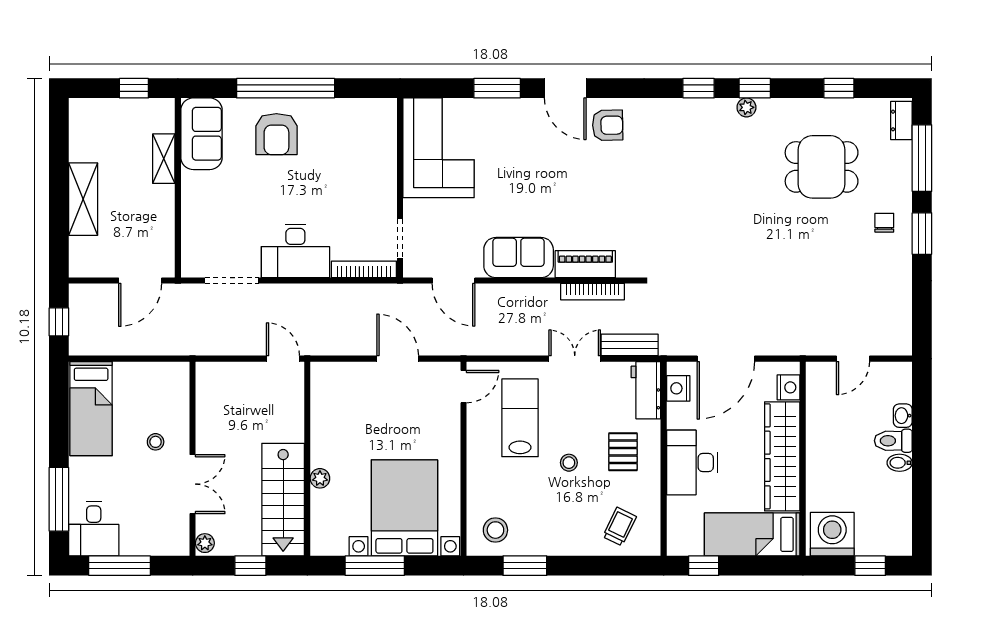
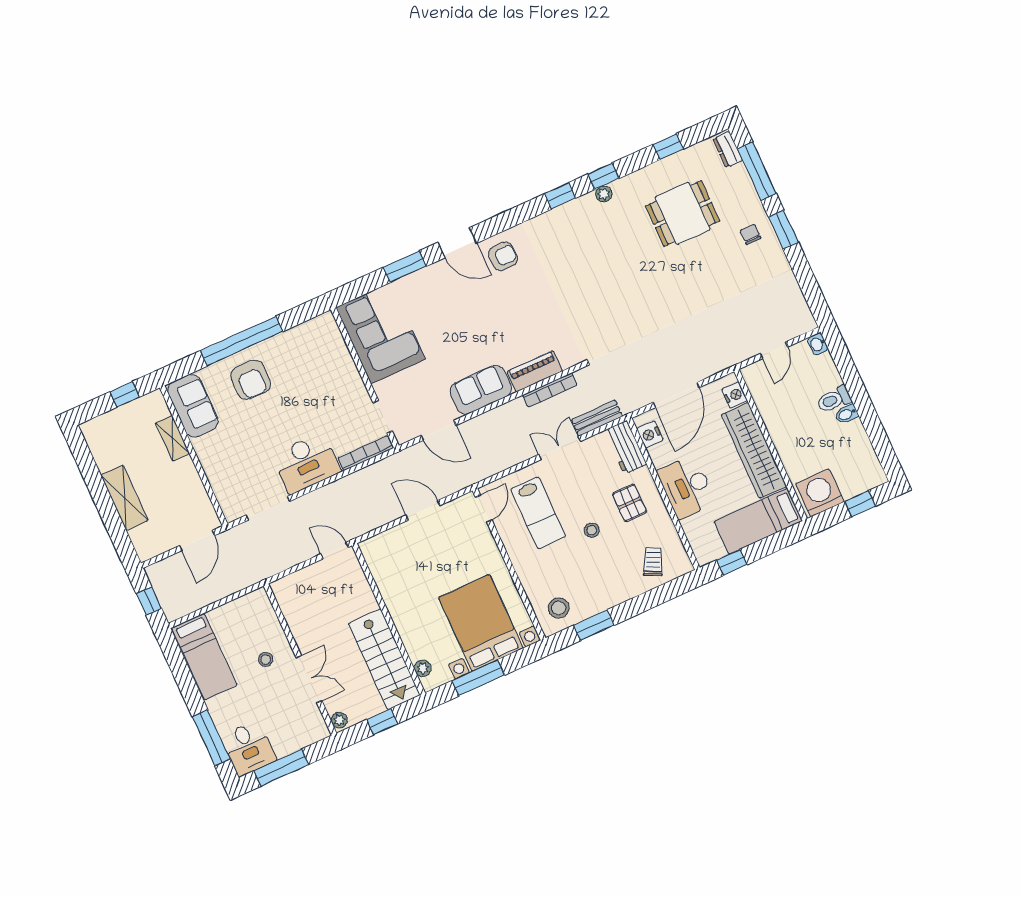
washbasin: (903, 416) -> (818, 344), moved
lab bench: (520, 418) -> (538, 513), turned 180
plant: (320, 478) -> (423, 668), moved

